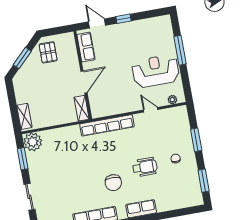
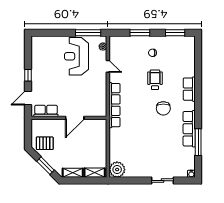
window: (180, 50) -> (88, 33), moved
door: (84, 82) -> (75, 118), swing flipped
shelving: (82, 108) -> (73, 173), moved
door: (151, 110) -> (108, 66), swing flipped
window: (23, 159) -> (130, 181), removed
chair: (113, 183) -> (163, 108), turned 88

